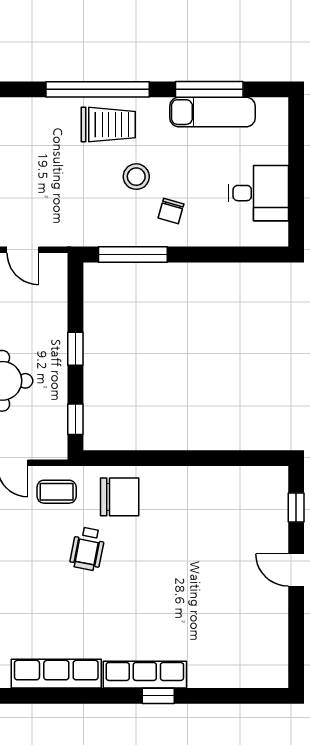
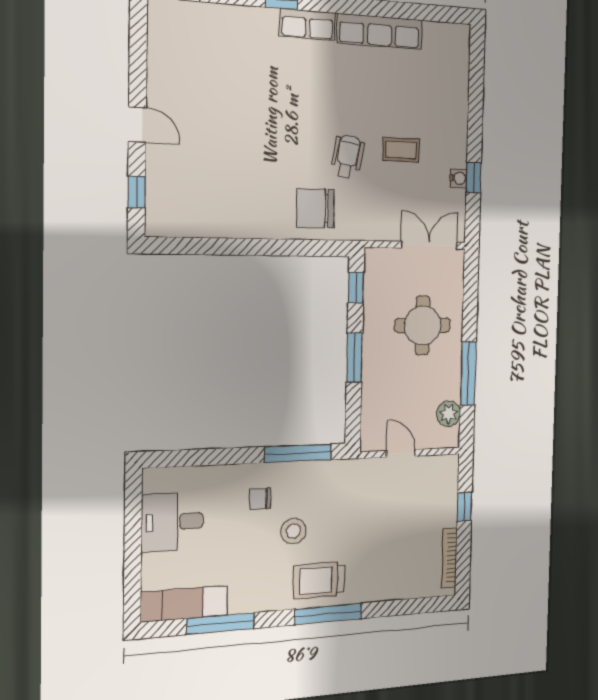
window: (98, 89) -> (328, 614), width x0.68
exam couch: (213, 112) -> (184, 604), moved
chair: (171, 211) -> (260, 499), turned -106
window: (75, 349) -> (354, 358), width x1.50
coffee table: (57, 492) -> (401, 150), moved
row of seats: (145, 675) -> (308, 24), width x0.68

